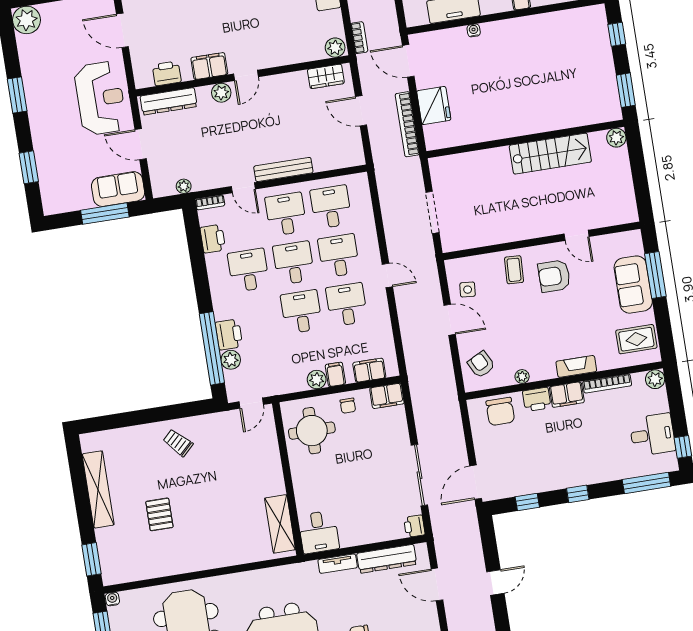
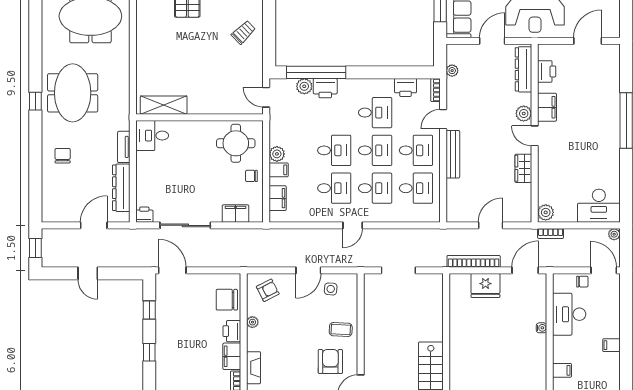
wardrobe: (326, 76) -> (523, 168), moved
filing cabinet: (387, 396) -> (236, 214), moved, turned 90

